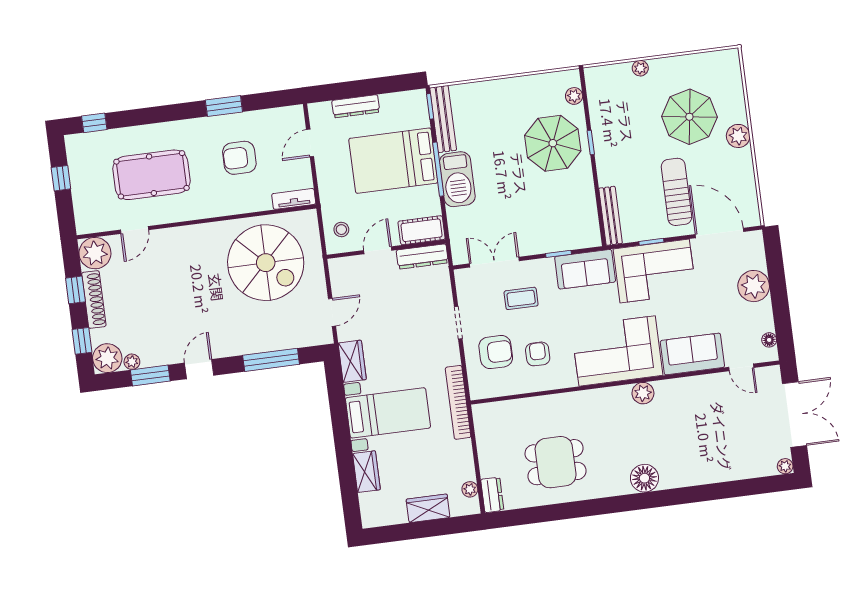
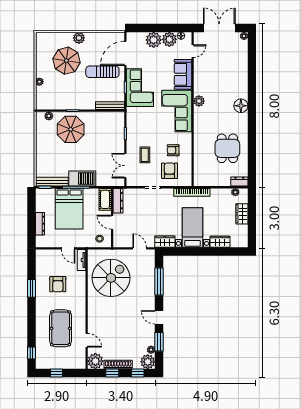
door: (310, 143) -> (68, 248), moved
sofa: (585, 269) -> (135, 122), removed
plant: (759, 318) -> (169, 39), added

